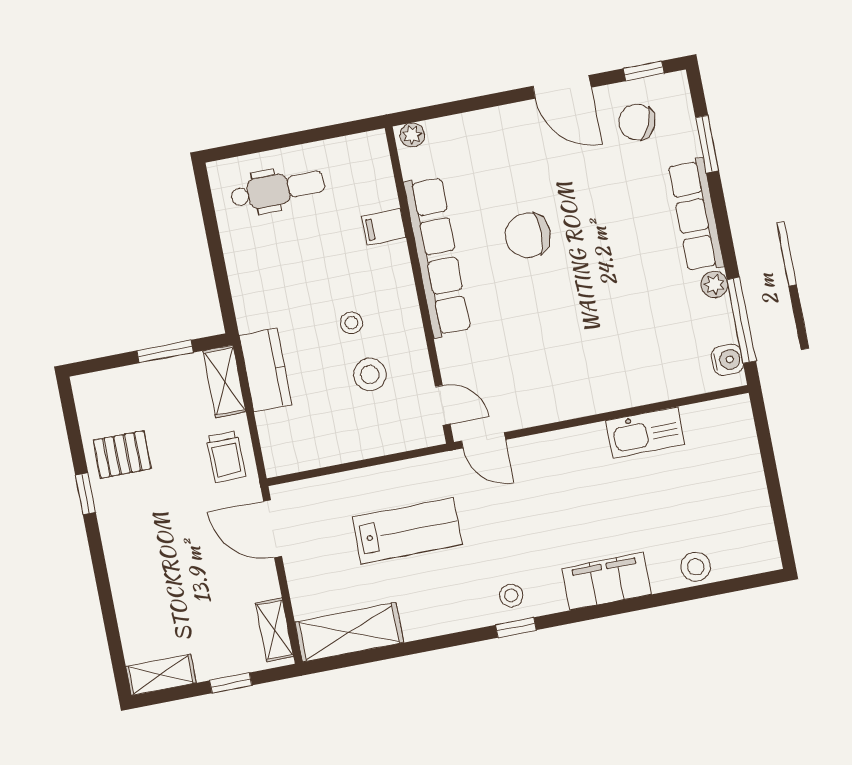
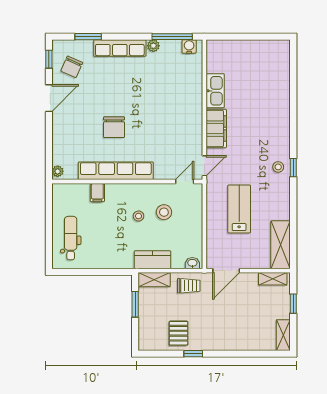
washbasin: (275, 455) -> (192, 263), added
stool: (696, 567) -> (281, 80), removed
filing cabinet: (607, 581) -> (216, 129), moved, turned 180

